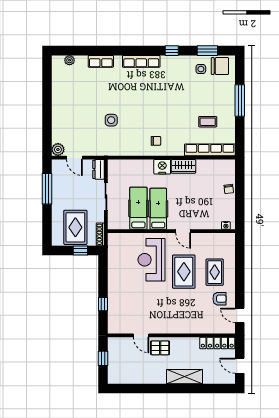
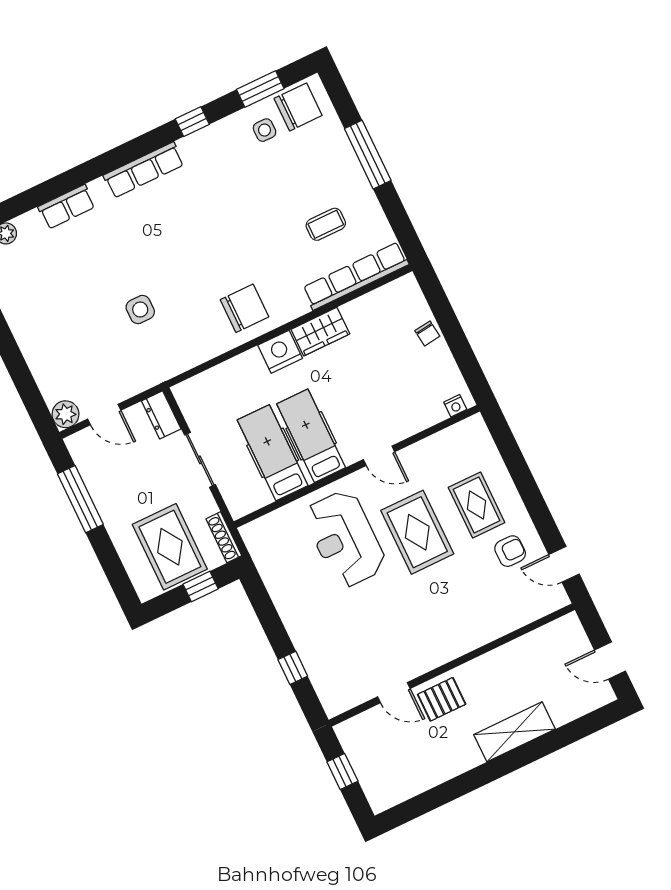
chair: (156, 141) -> (244, 308), width x1.87, depth x1.87
locker: (217, 343) -> (546, 638), removed

